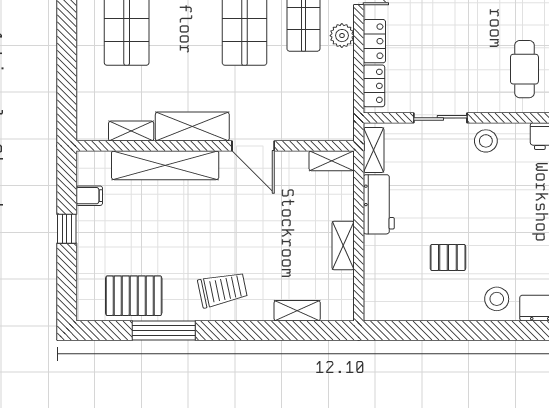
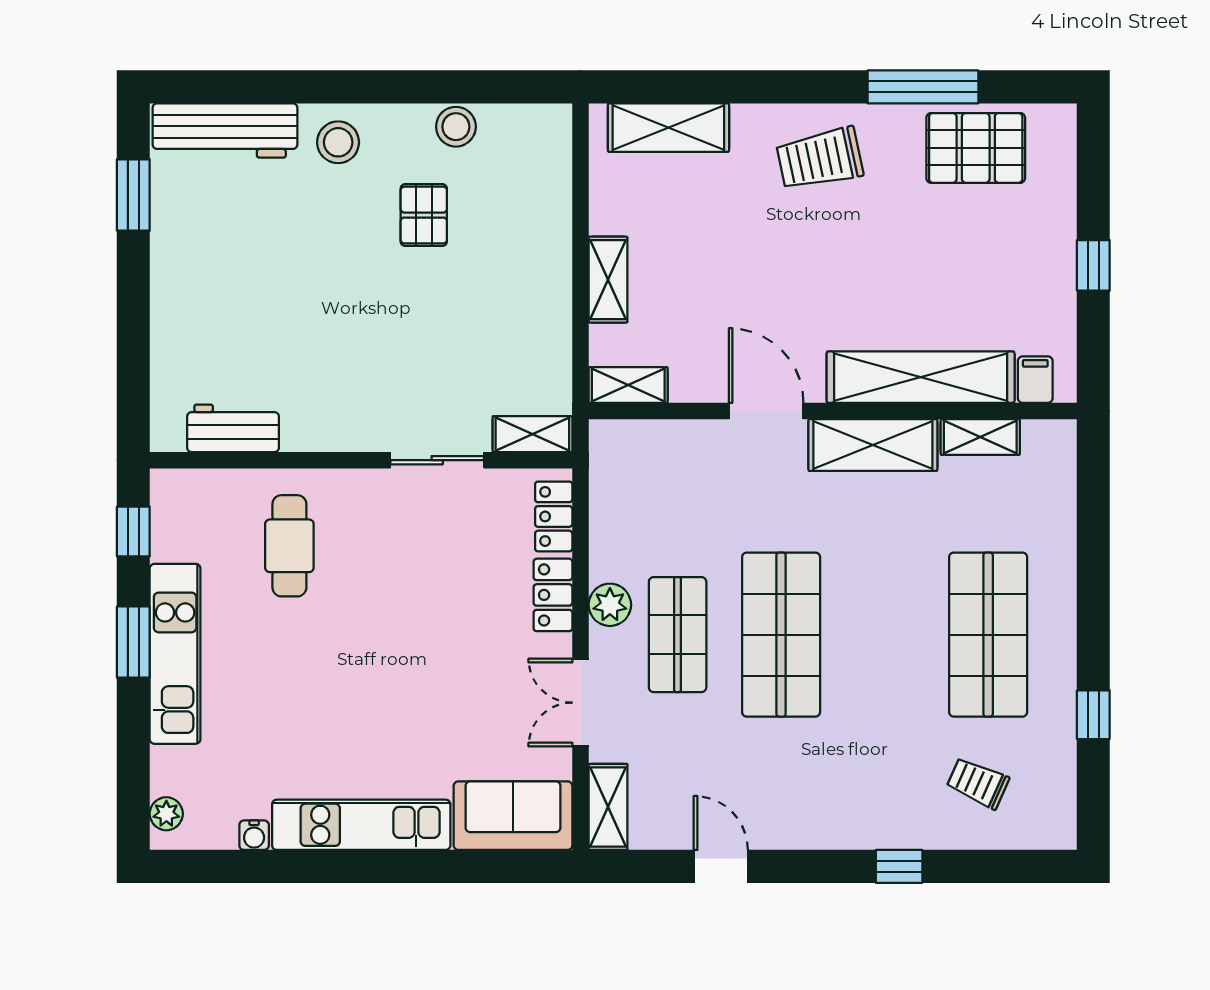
stool: (486, 141) -> (456, 127), moved
shelving: (374, 150) -> (532, 434), moved, turned 90
filing cabinet: (89, 196) -> (1035, 380), moved, turned 90
workbench: (379, 204) -> (545, 308), removed
shelving: (343, 245) -> (608, 280), moved
pallet: (448, 257) -> (424, 215), turned 90
shelving: (297, 311) -> (668, 128), width x1.50, depth x1.33

